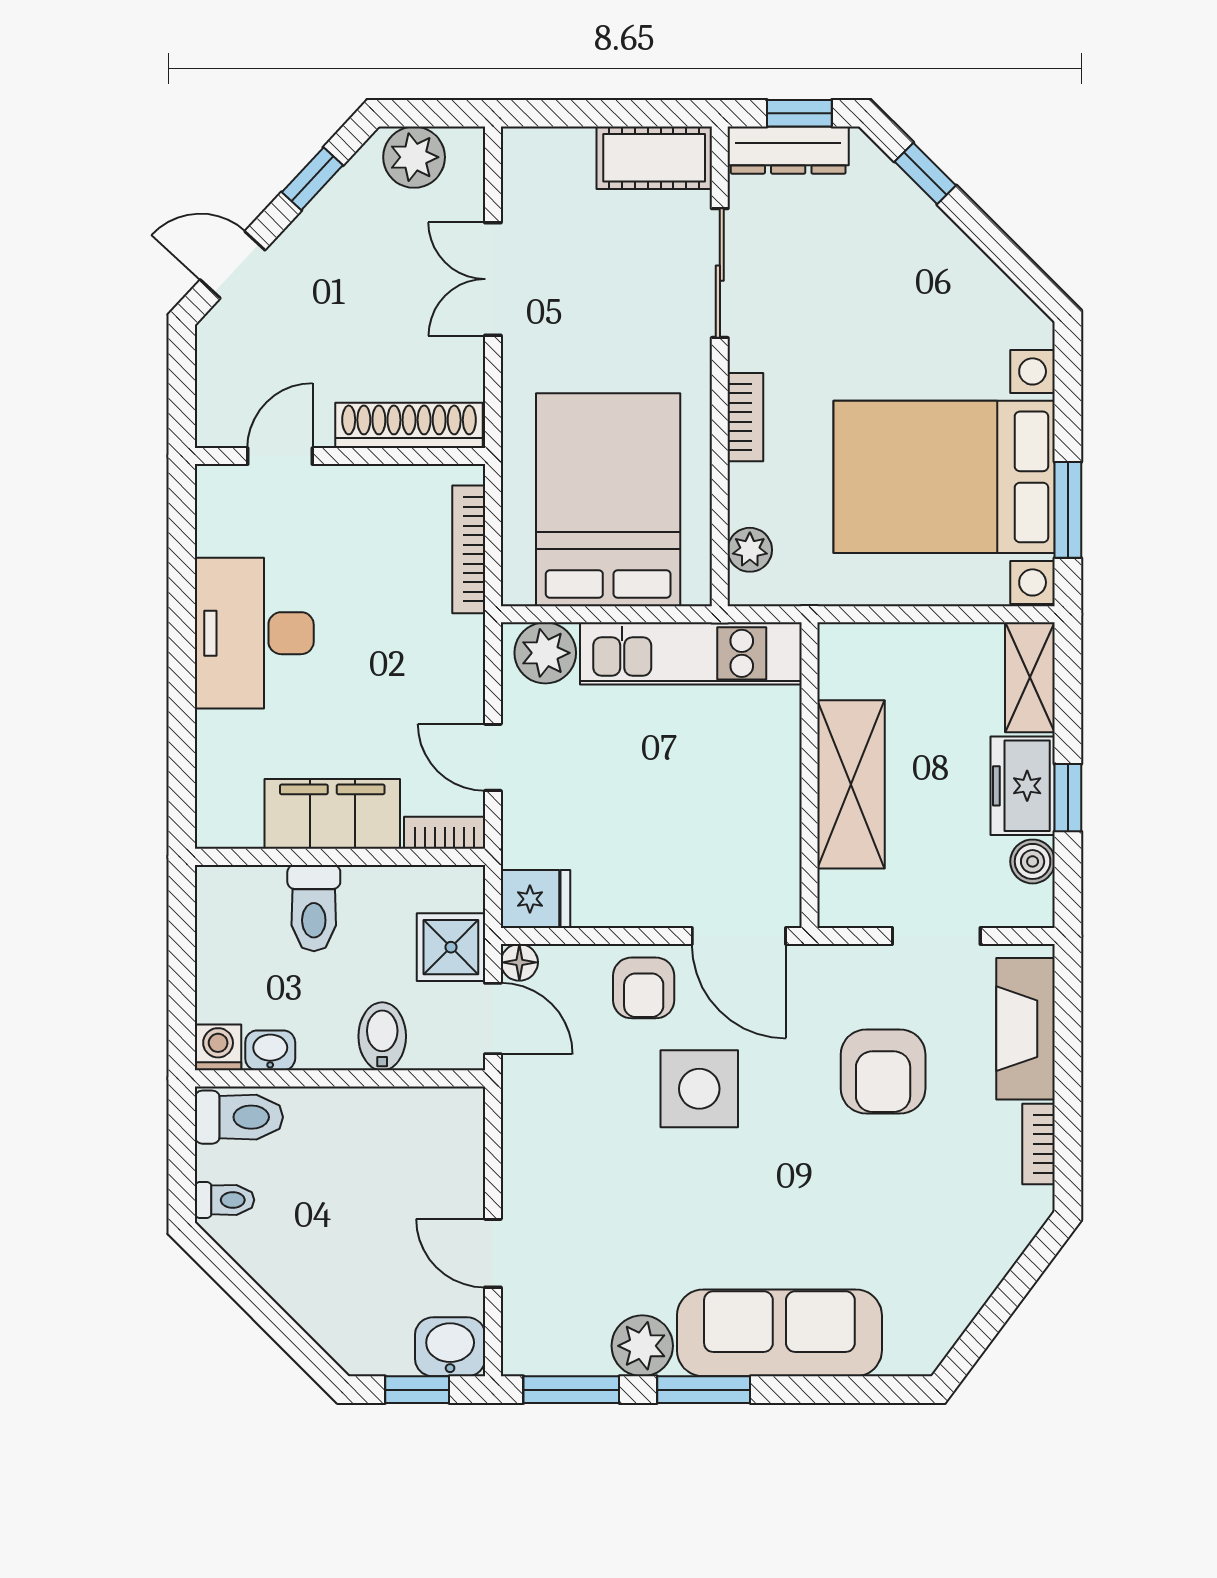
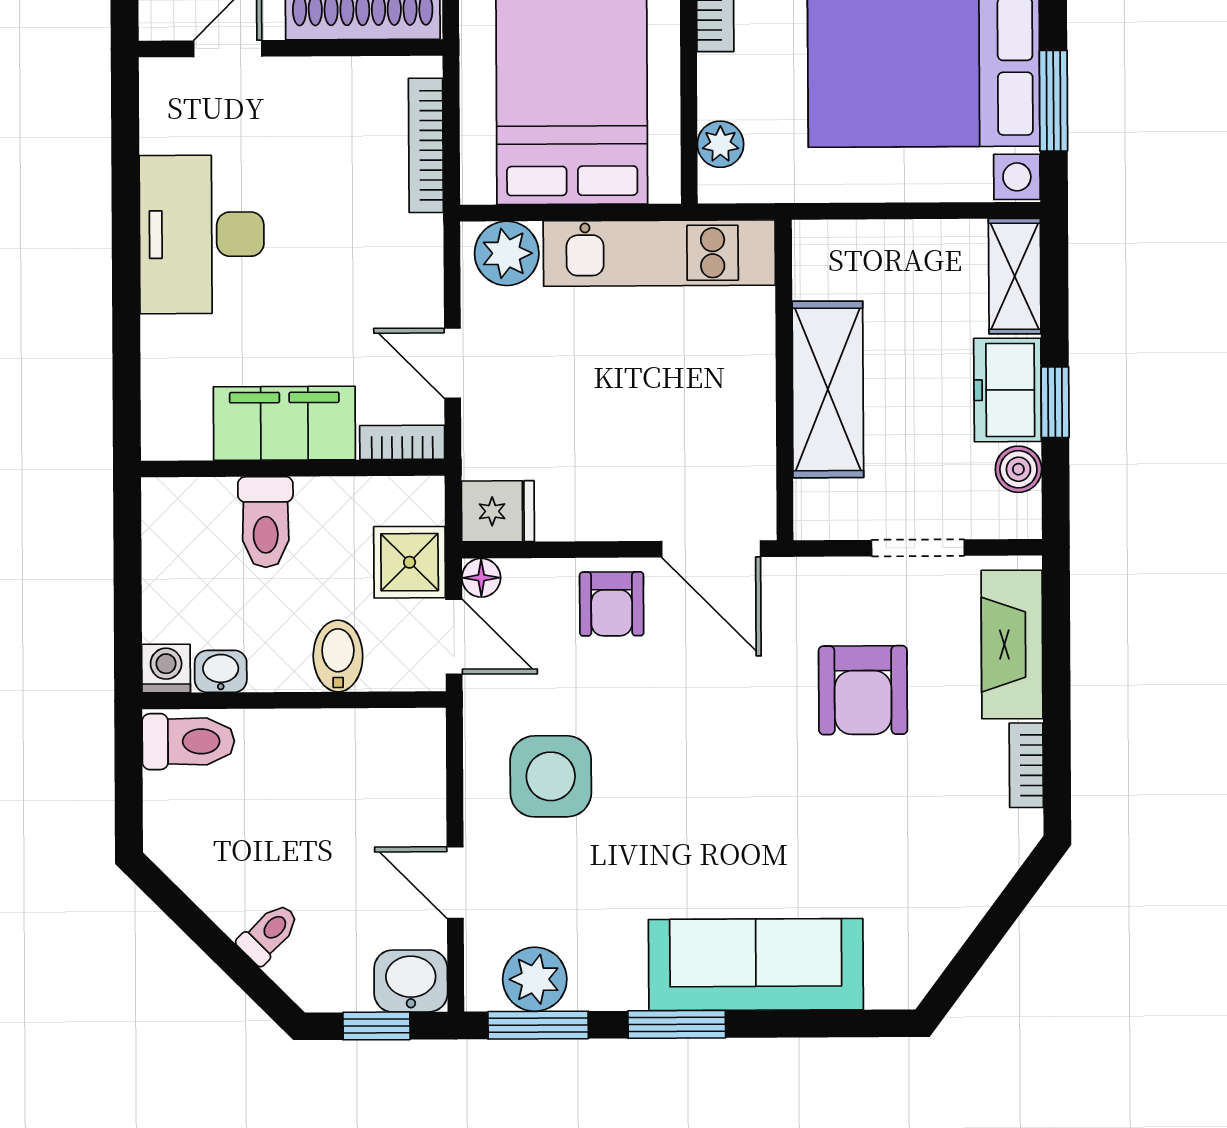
side table: (699, 1089) -> (551, 776), moved
toilet: (224, 1200) -> (269, 933), moved, turned -45
plant: (642, 1346) -> (535, 979), moved

